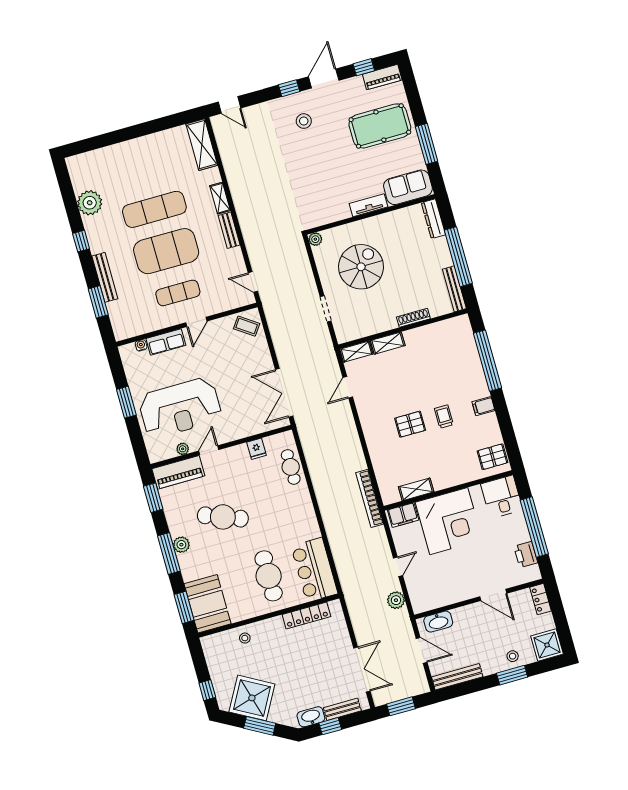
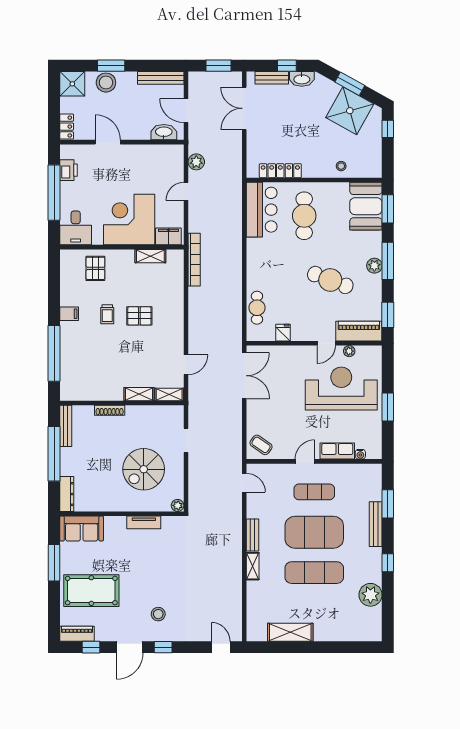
shelving: (202, 145) -> (290, 632), moved, turned 90
tv unit: (369, 205) -> (144, 522), moved
pallet: (493, 457) -> (95, 268), moved, turned 90
stool: (513, 656) -> (106, 83), width x1.89, depth x1.89

